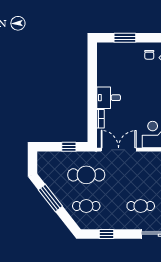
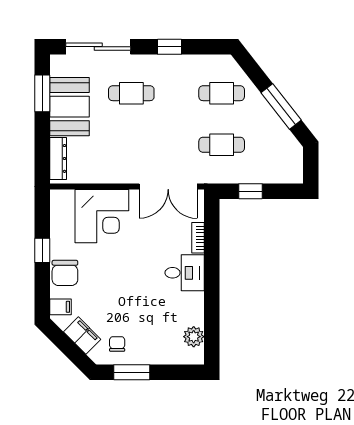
window: (125, 38) -> (132, 372), moved
plant: (103, 59) -> (194, 337), added
cafe table: (86, 175) -> (222, 145), width x0.73, depth x0.74
window: (106, 234) -> (170, 47), moved

